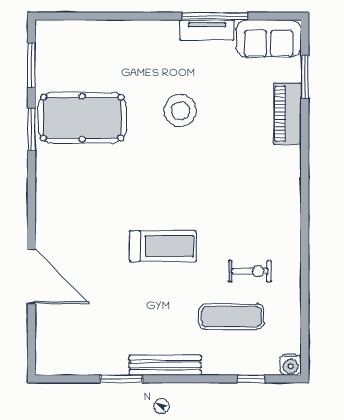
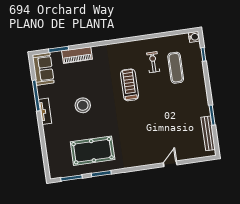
tv unit: (207, 30) -> (45, 111), moved
pool table: (82, 118) -> (93, 151), turned 90
treadmill: (163, 246) -> (129, 85), moved
door: (31, 276) -> (170, 164), width x0.53
bench: (165, 365) -> (208, 133), moved

